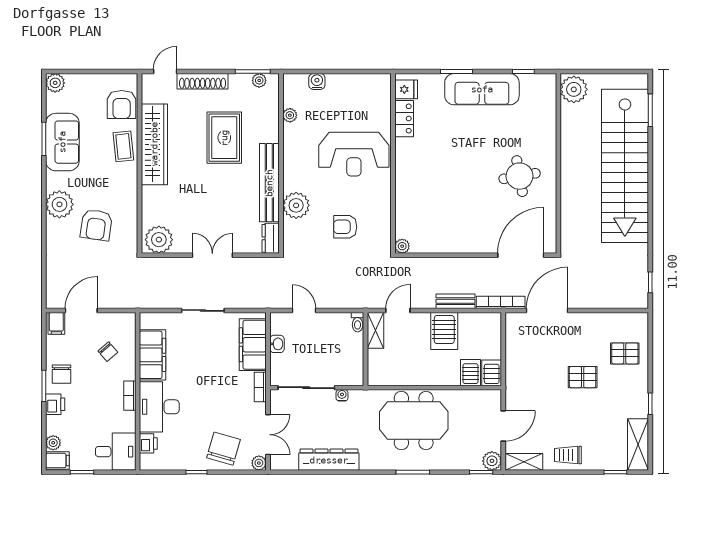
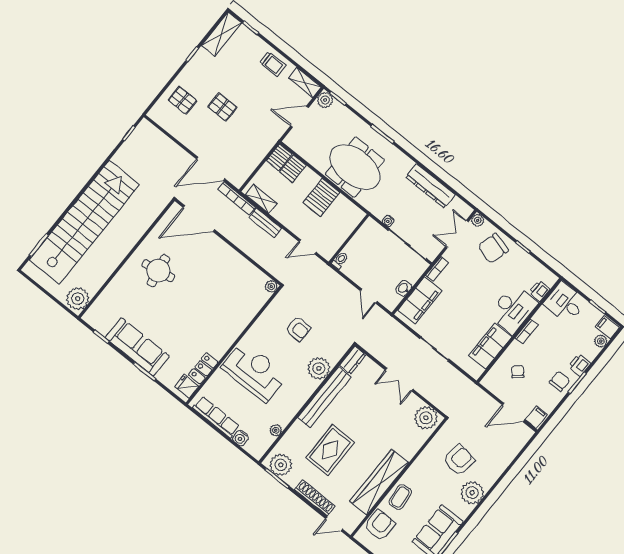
plant: (259, 80) -> (281, 465), width x1.88, depth x1.88
row of seats: (356, 83) -> (216, 417), added
shelving: (375, 330) -> (261, 199), moved, turned 90
server rack: (444, 331) -> (321, 197), moved, turned 180

